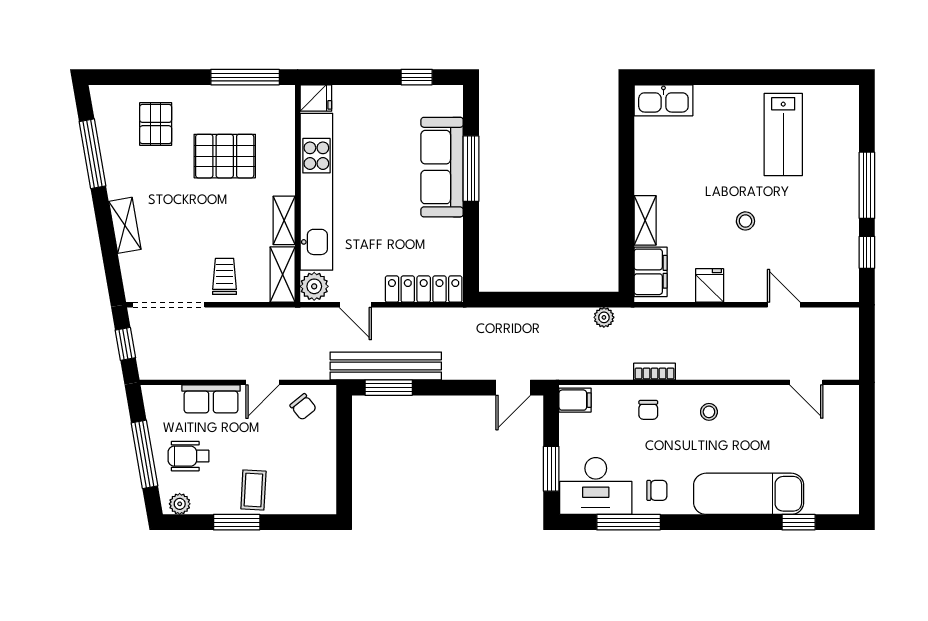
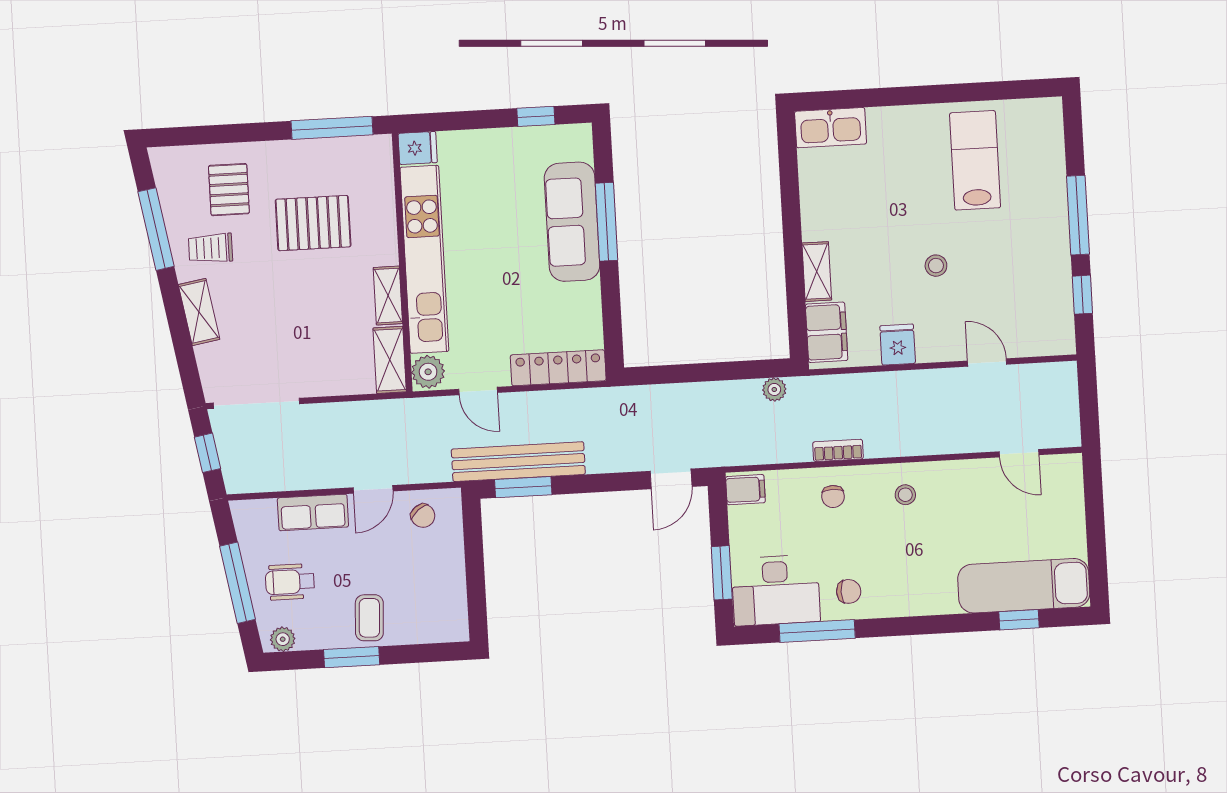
lab bench: (783, 135) -> (975, 160), turned 180
trolley: (225, 276) -> (211, 248), moved, turned -90
exam couch: (749, 494) -> (1024, 586), moved

